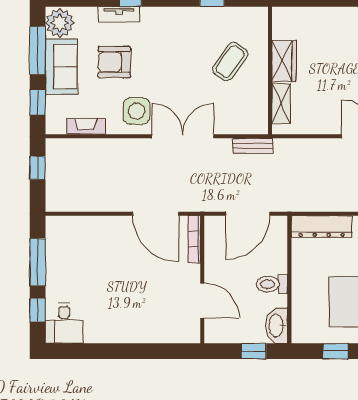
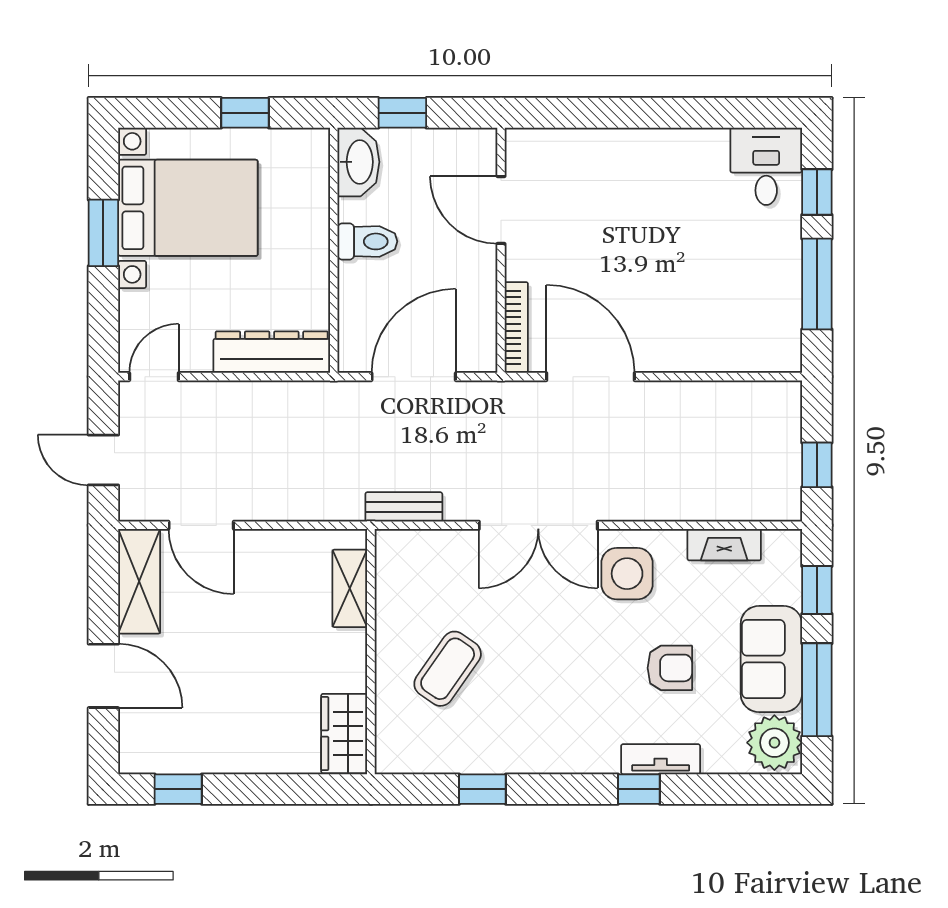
wardrobe: (284, 61) -> (344, 734), moved
armchair: (114, 62) -> (670, 668), width x0.72, depth x0.72

